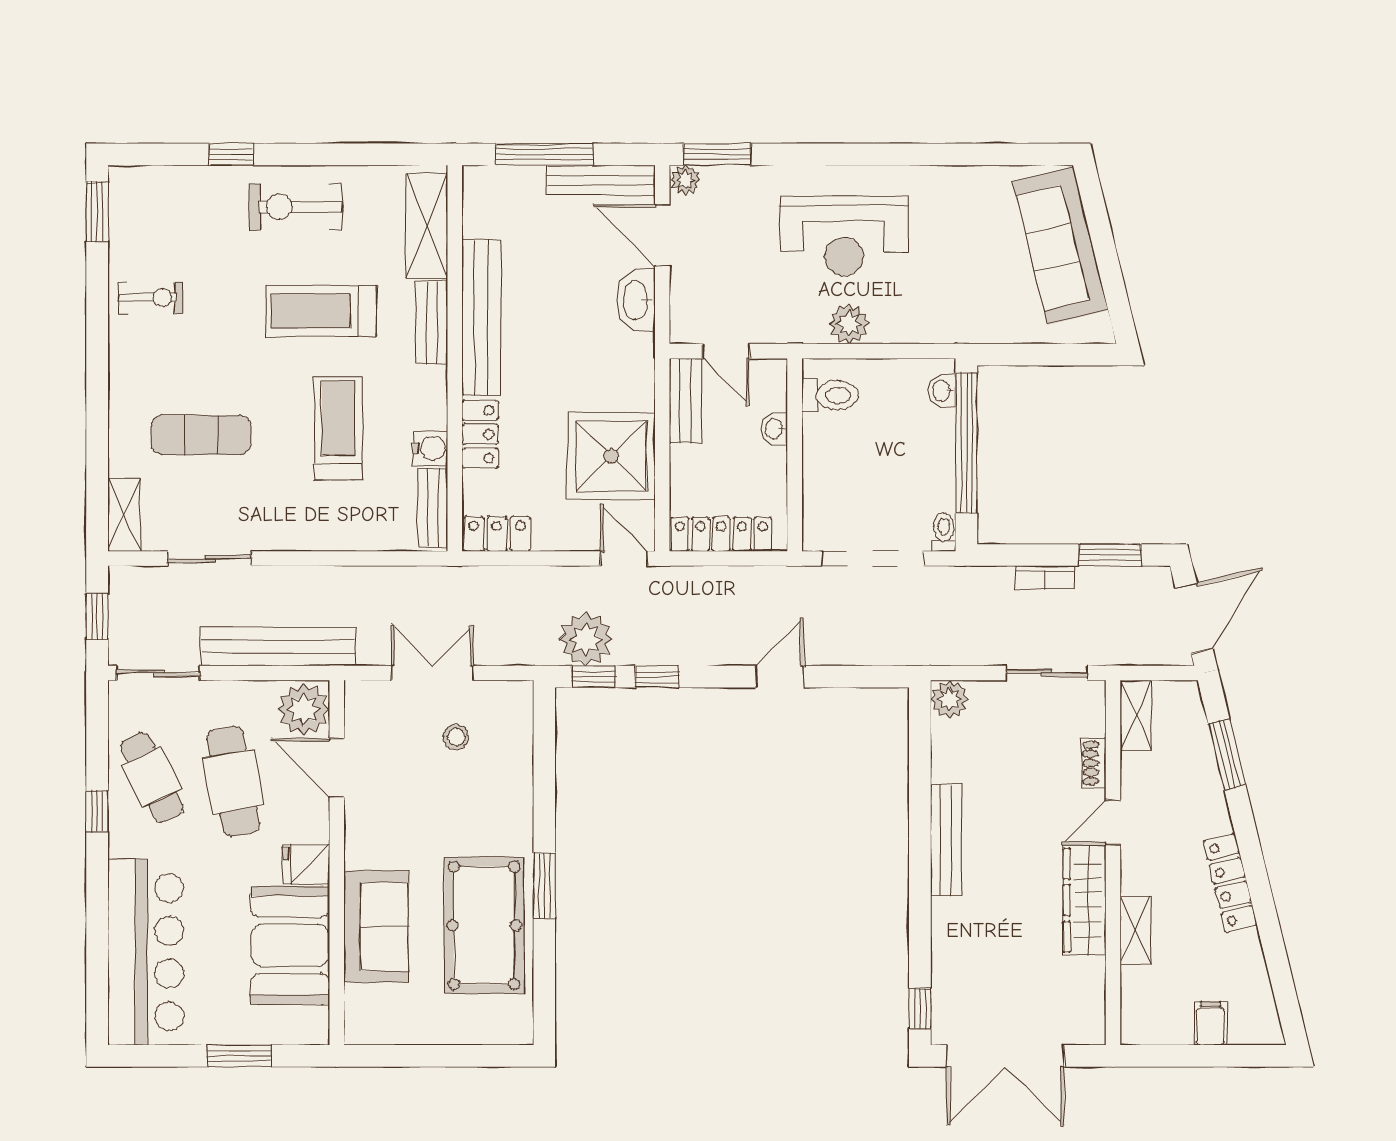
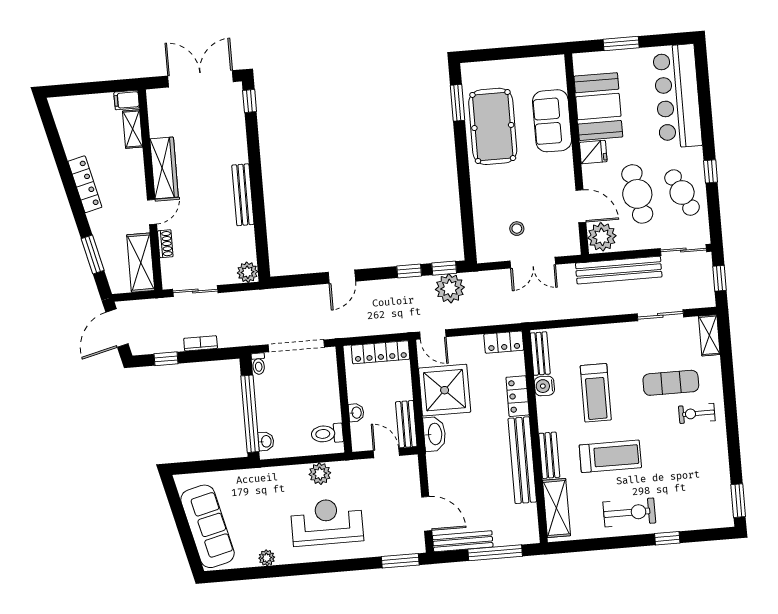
plant: (685, 180) -> (267, 558), moved
exercise bike: (151, 298) -> (697, 413), moved
washbasin: (636, 300) -> (434, 434), moved
window: (1110, 555) -> (166, 359), width x0.67
shelving: (1136, 715) -> (141, 263), width x1.50, depth x1.33
window: (544, 886) -> (457, 103), moved
shelving: (1136, 930) -> (133, 129), moved
filing cabinet: (1210, 1023) -> (127, 100), moved, turned 90

